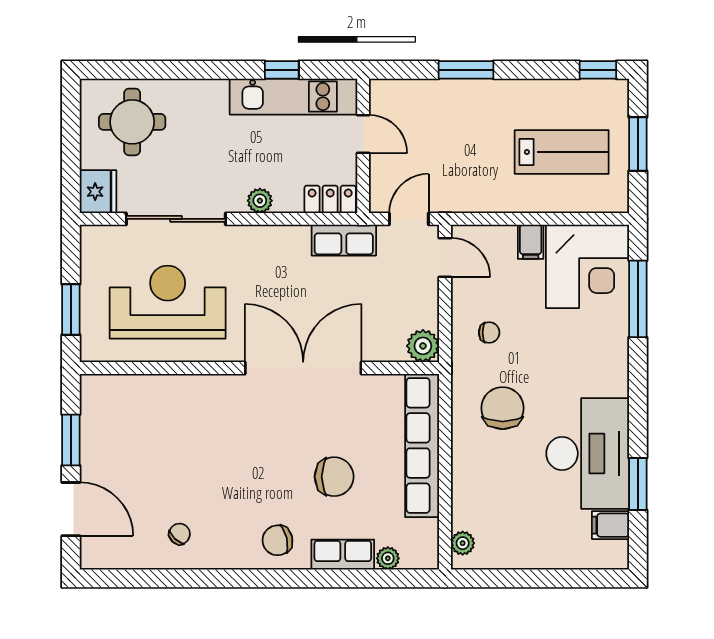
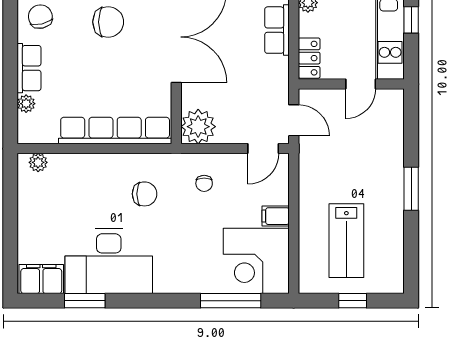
window: (466, 70) -> (411, 189), moved
window: (598, 70) -> (411, 269), removed
window: (638, 144) -> (353, 301), width x0.67
row of seats: (344, 240) -> (277, 30), moved
plant: (423, 346) -> (198, 127), width x1.36, depth x1.36
chair: (503, 408) -> (145, 194), width x0.73, depth x0.73
chair: (334, 477) -> (108, 22), moved, turned -90
filing cabinet: (610, 525) -> (41, 279), width x2.00

